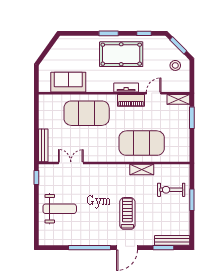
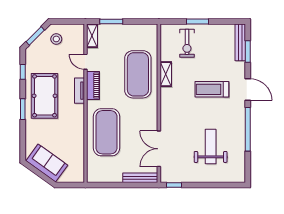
sofa: (68, 82) -> (47, 163), moved, turned 126
double door: (71, 163) -> (159, 149), width x1.37
weight bench: (60, 209) -> (211, 146), moved

